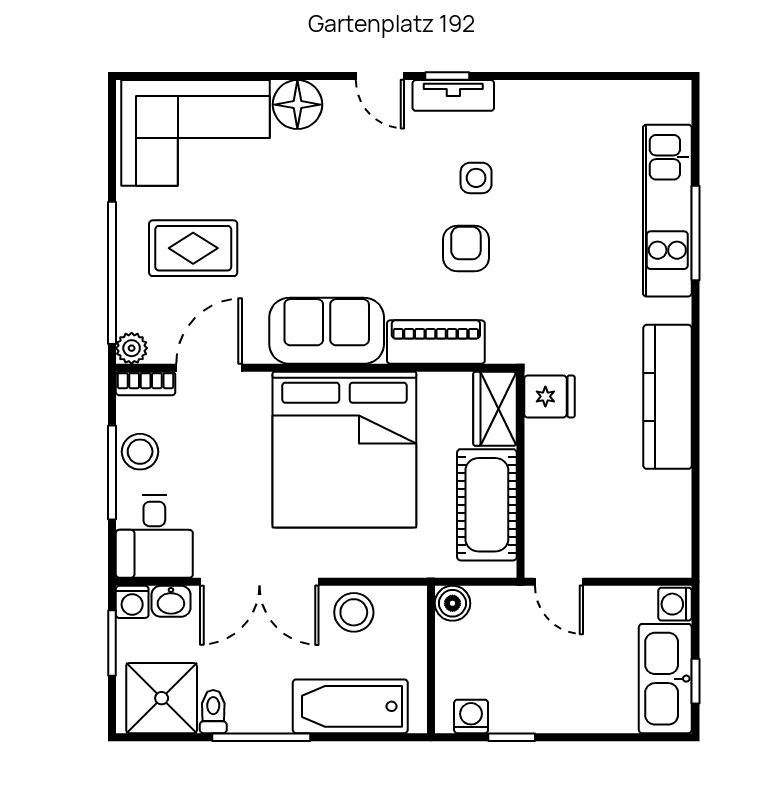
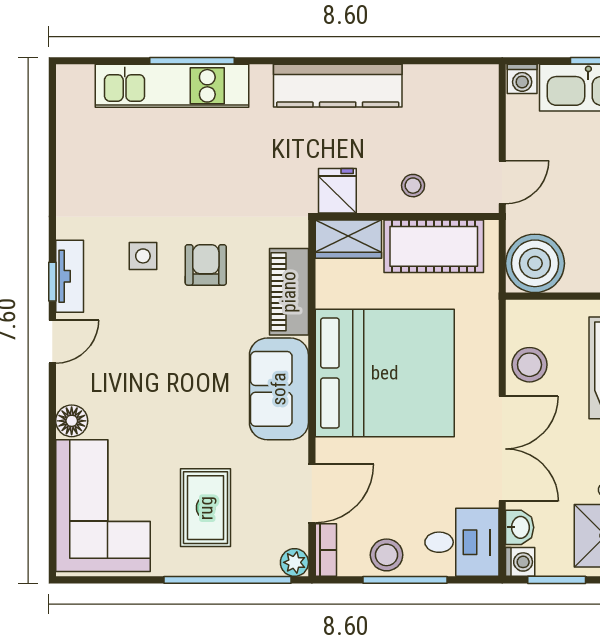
floor lamp: (297, 105) -> (72, 421), width x0.73, depth x0.73
armchair: (466, 249) -> (206, 265), turned 90
door: (209, 368) -> (312, 494), swing flipped
stool: (555, 481) -> (413, 186), added
boiler: (452, 603) -> (535, 263), width x1.86, depth x1.86

